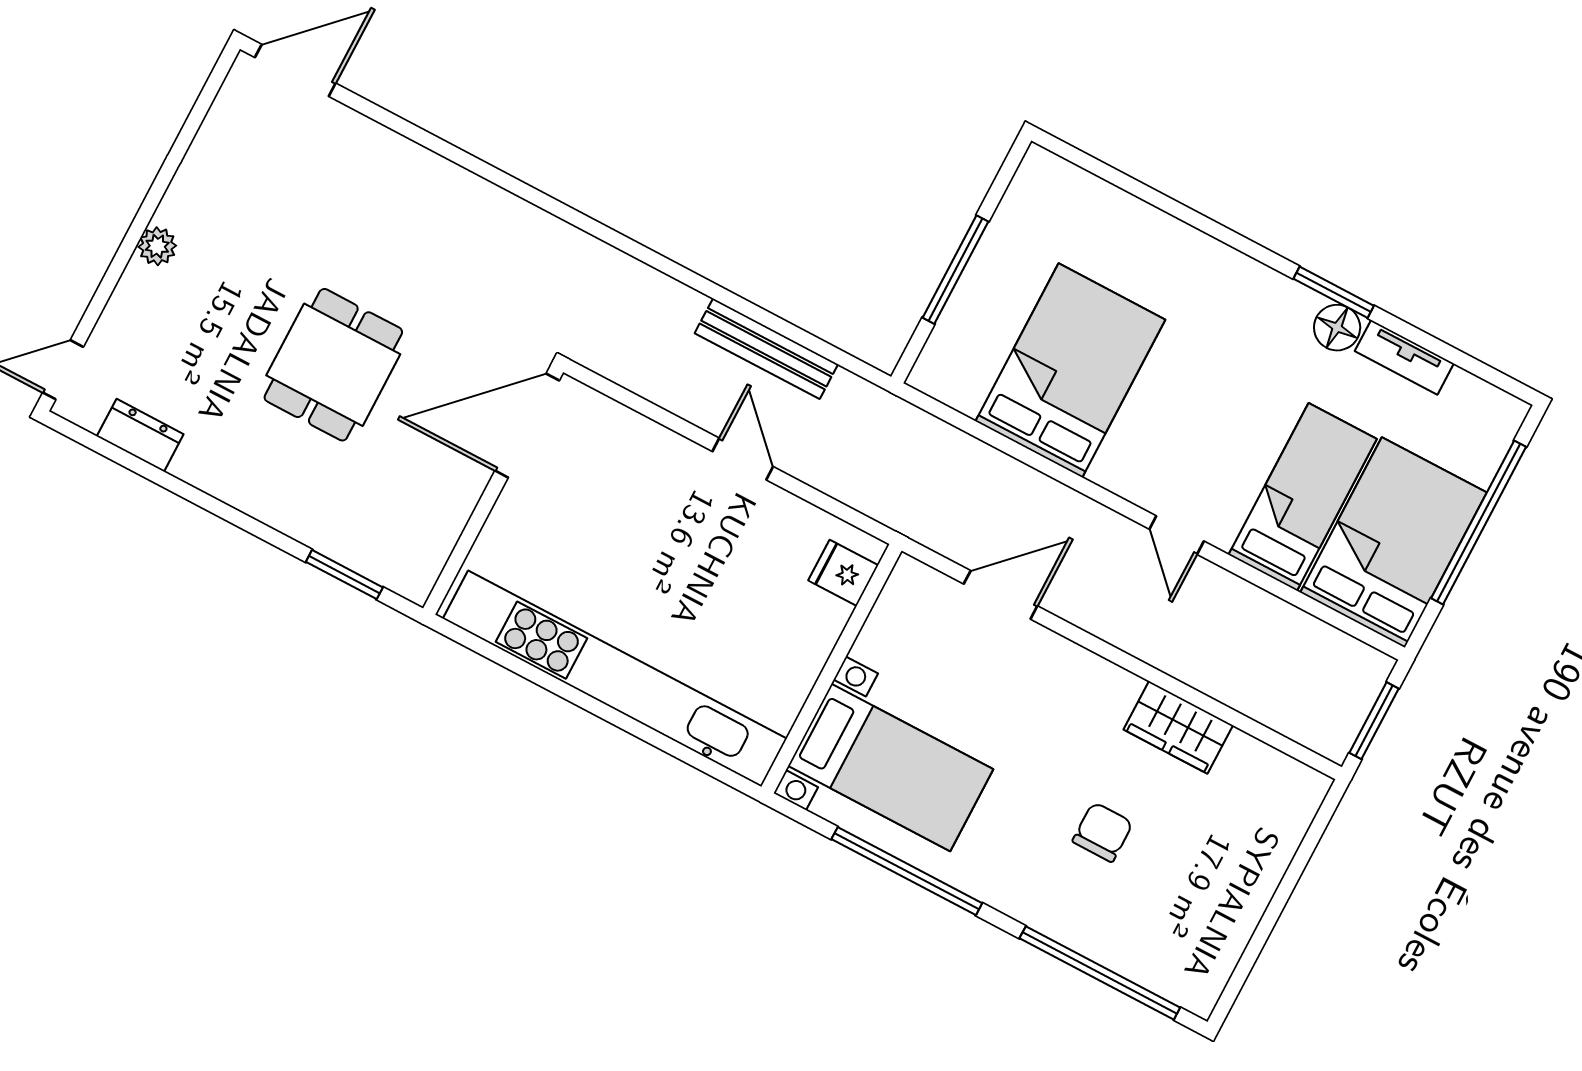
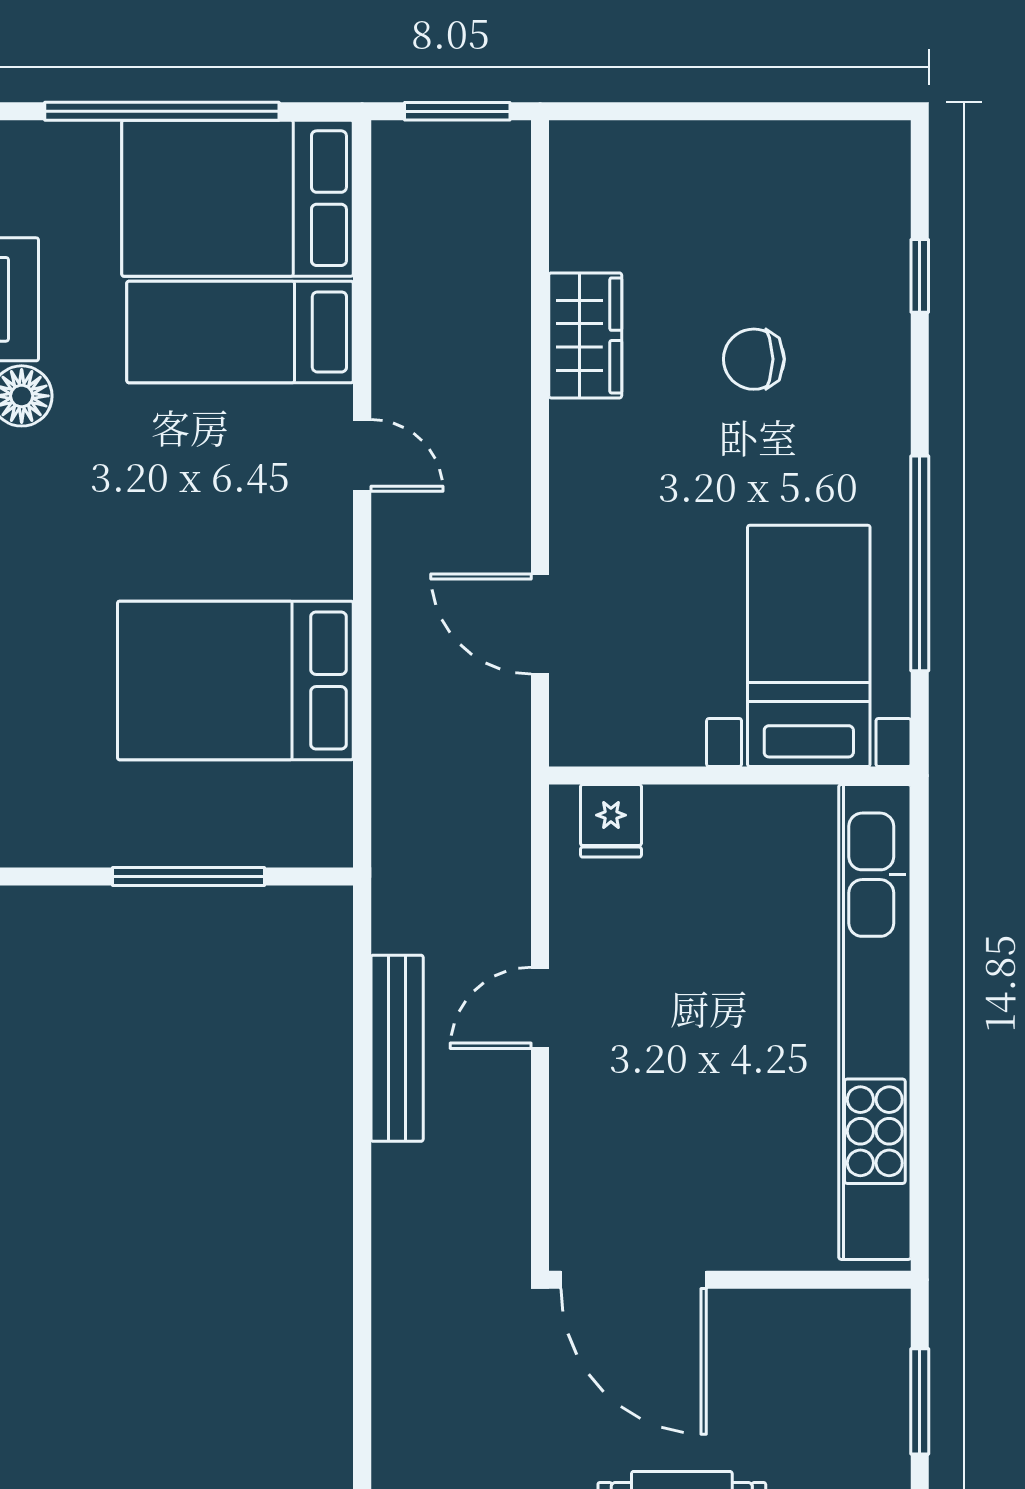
door: (1177, 535) -> (362, 455), hinge flipped
window: (1100, 973) -> (920, 276), width x0.32

